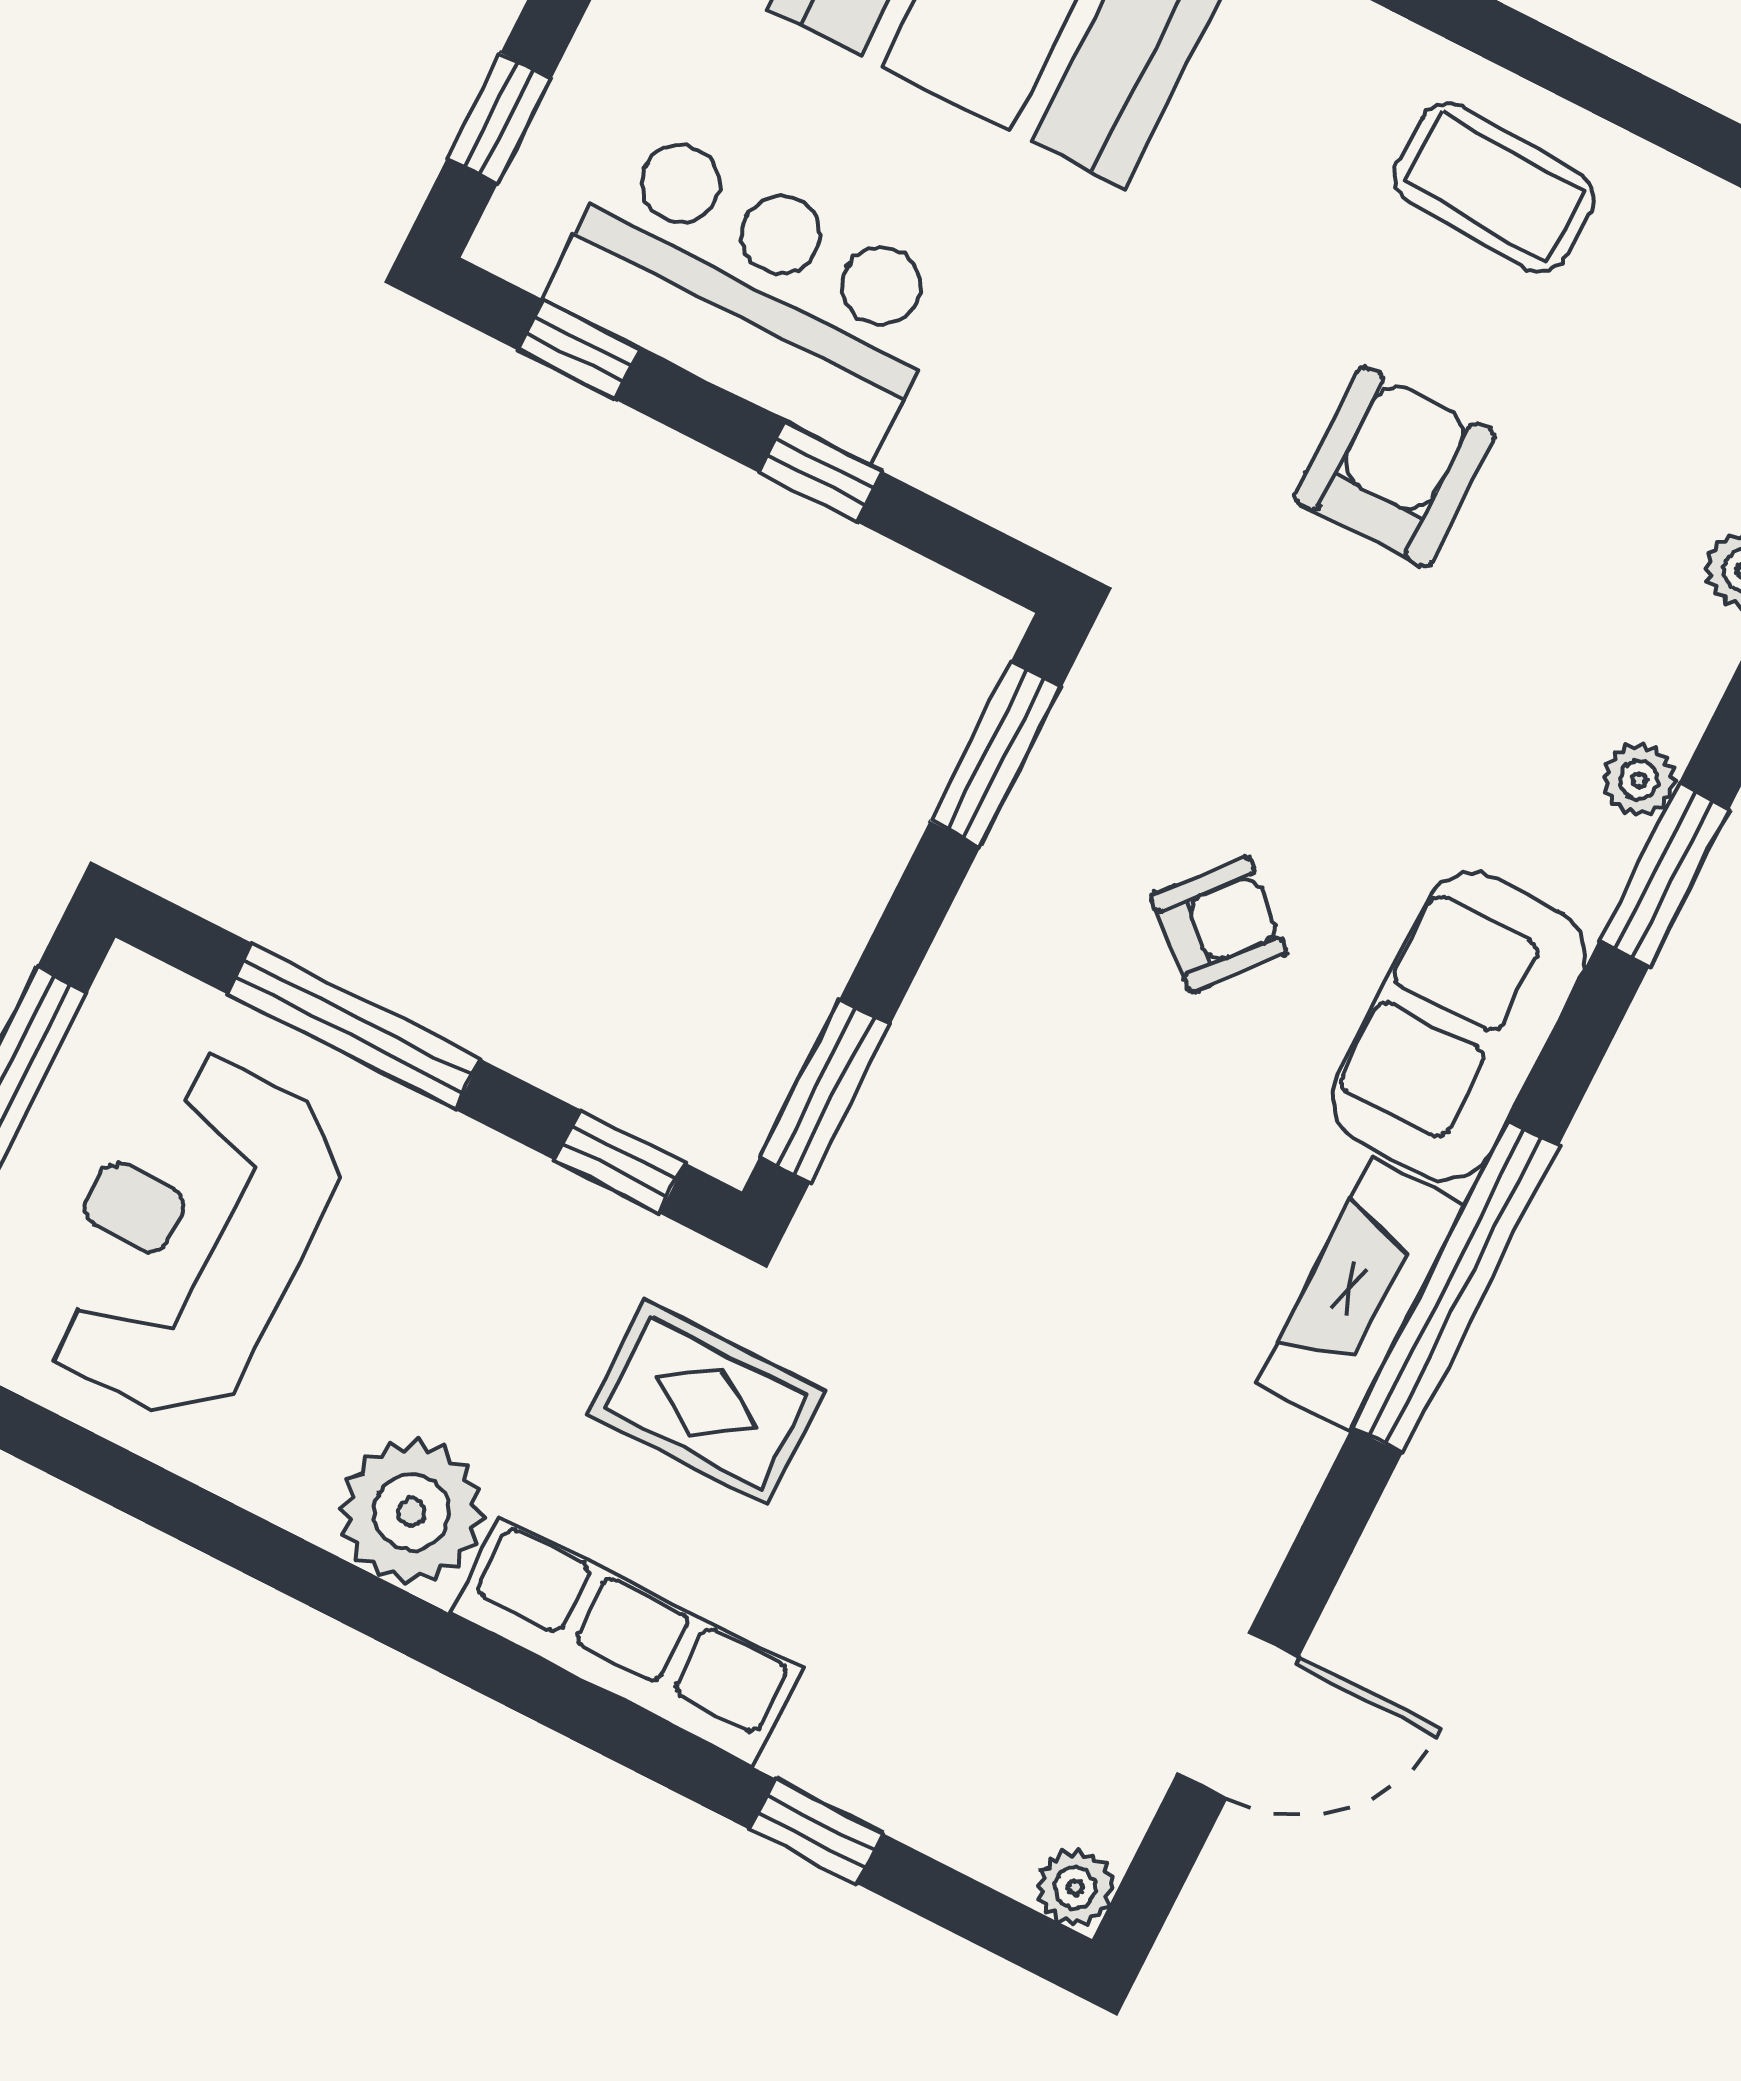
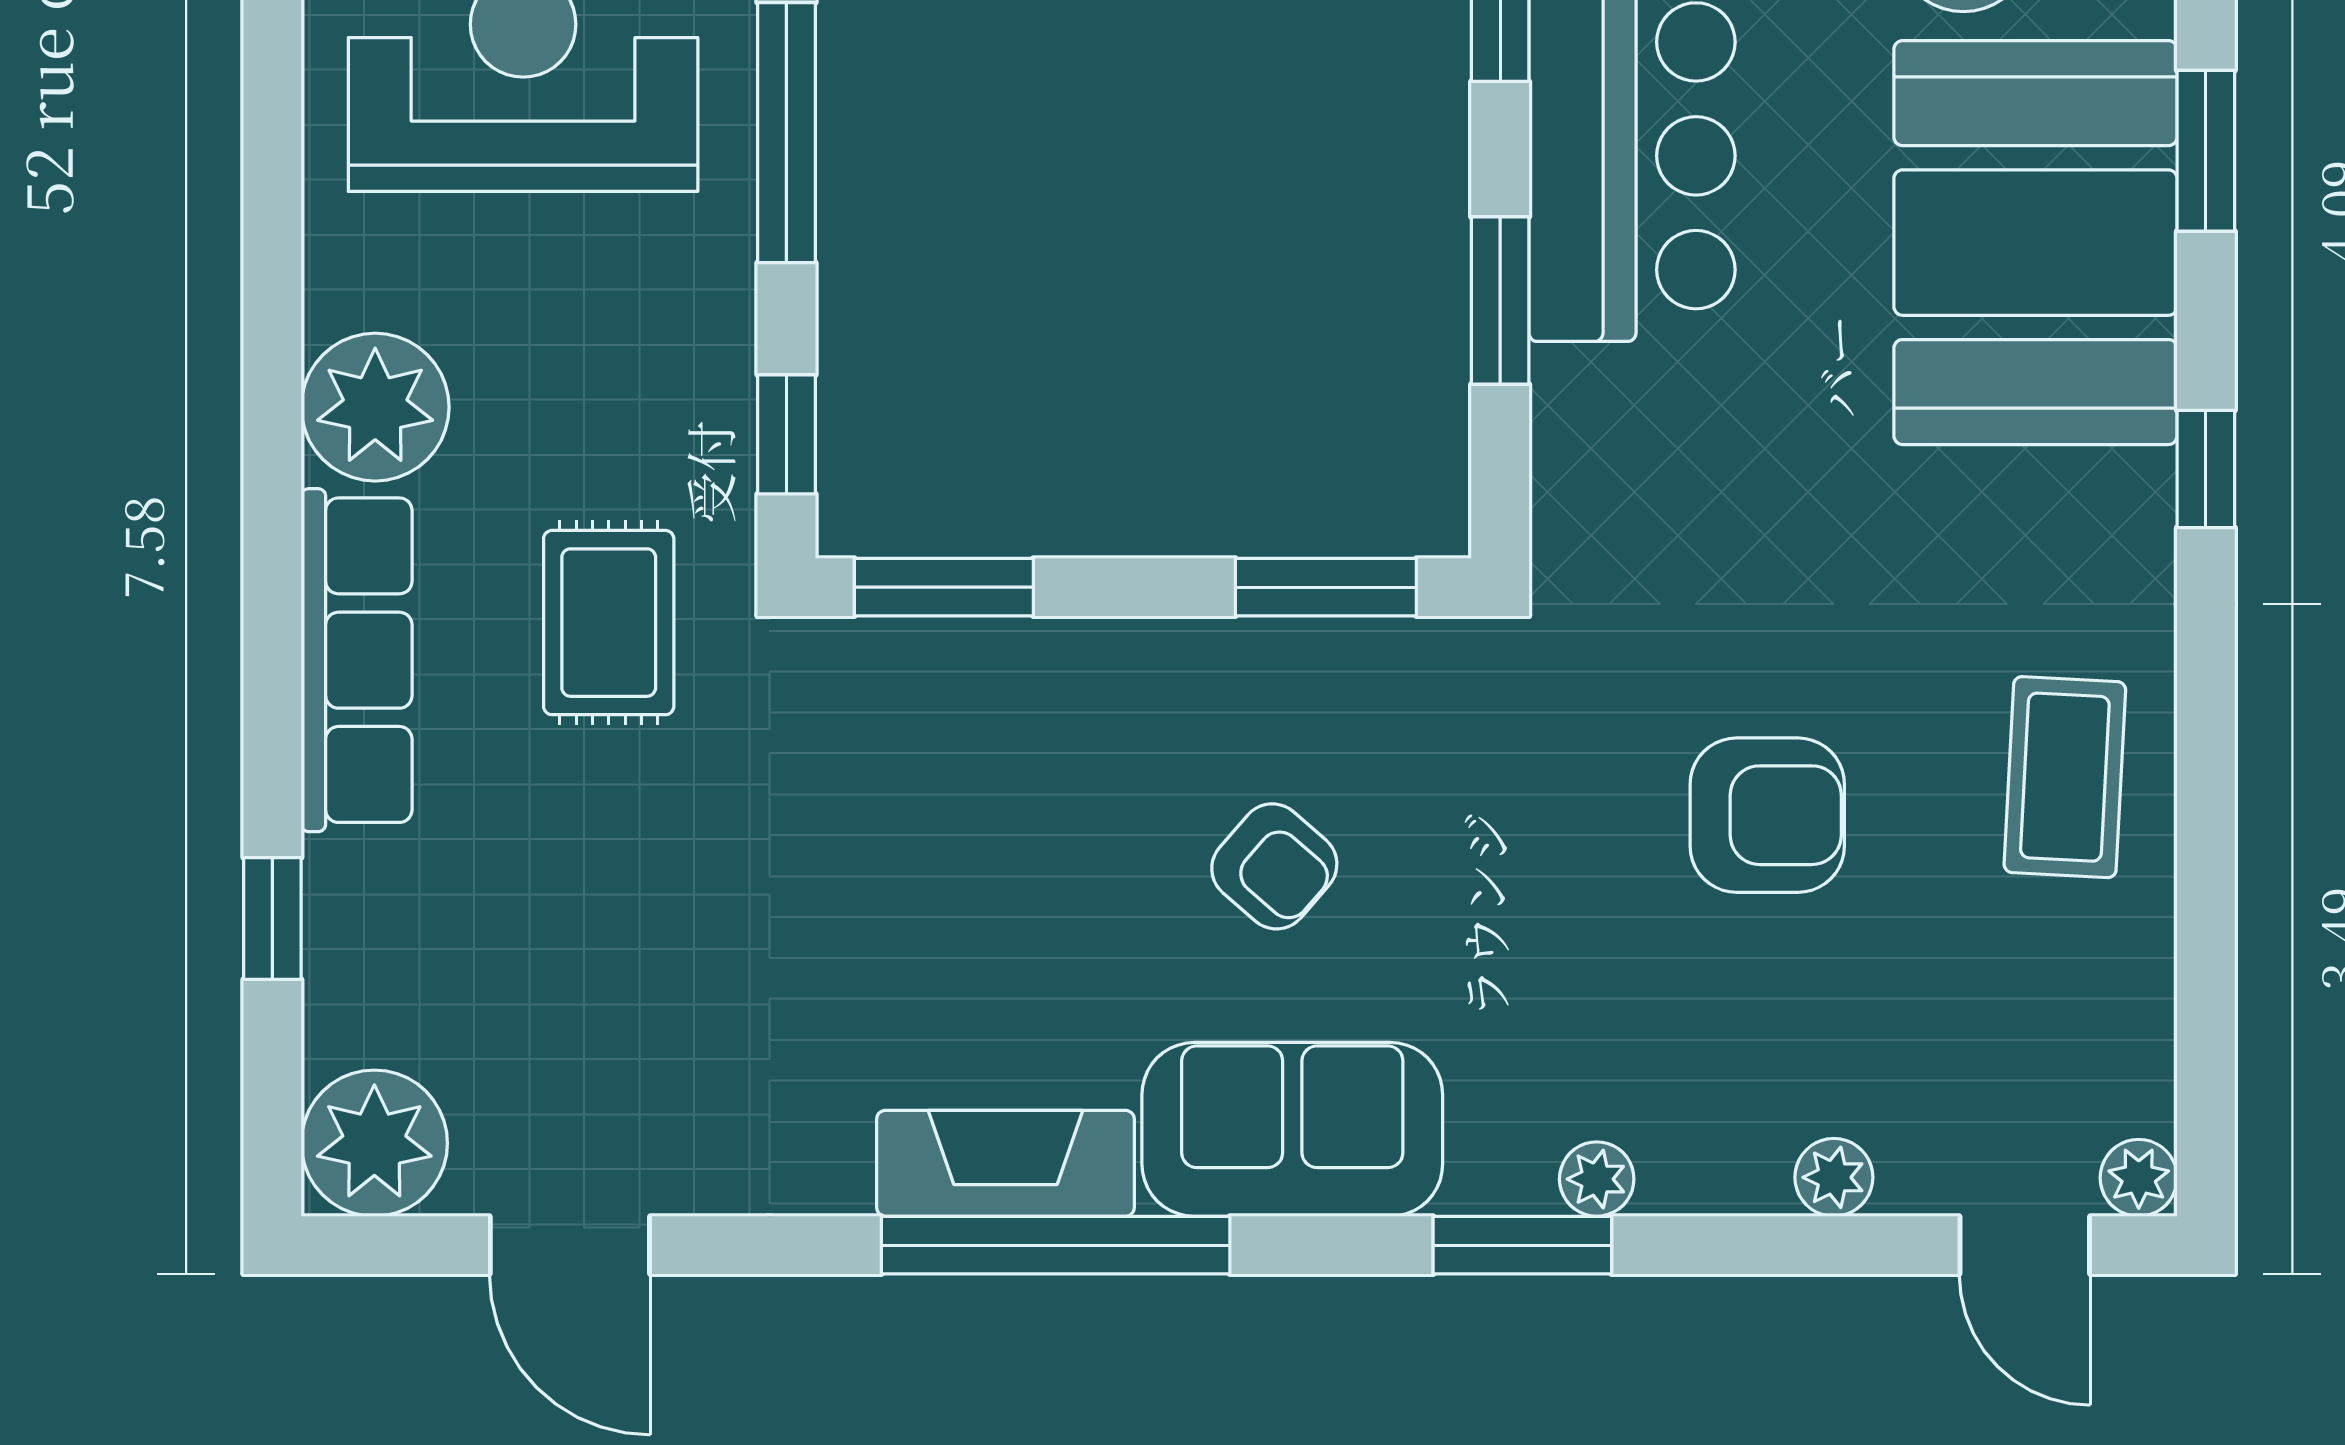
window: (821, 472) -> (1500, 301), width x1.50
plant: (1075, 1887) -> (374, 1143), width x1.88, depth x1.88

